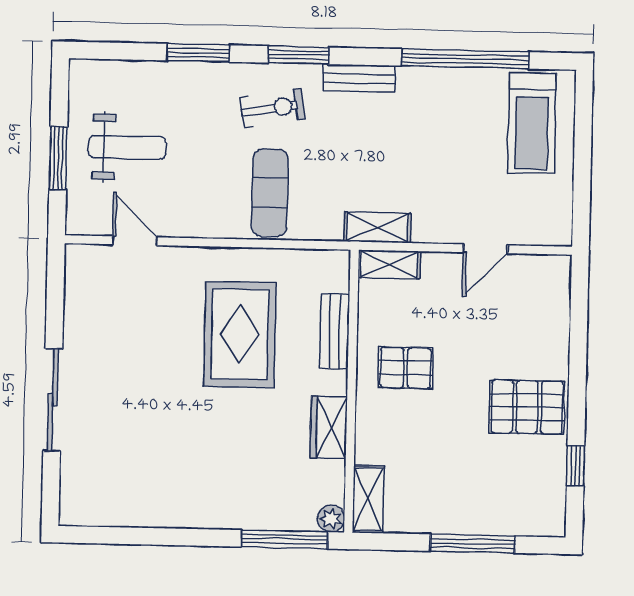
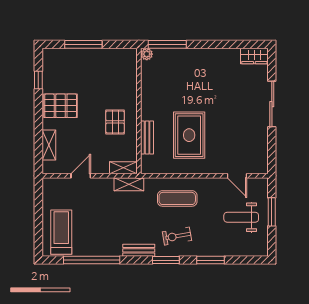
exercise mat: (270, 193) -> (177, 198), turned 90
pallet: (406, 368) -> (115, 122), turned 90
wardrobe: (329, 427) -> (254, 56), moved, turned 90
shelving: (368, 499) -> (49, 145), moved

